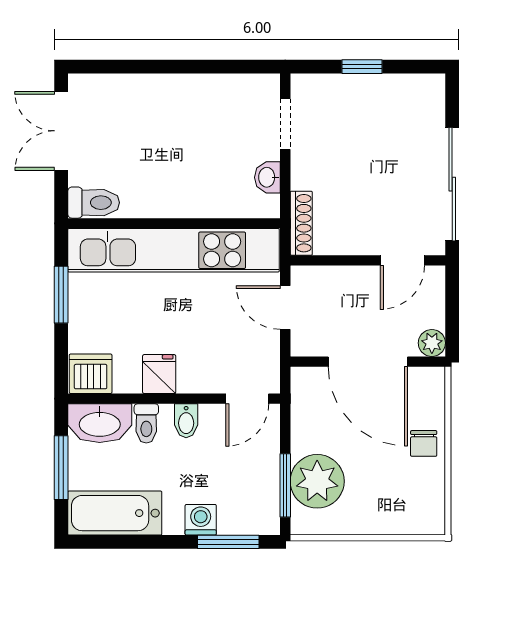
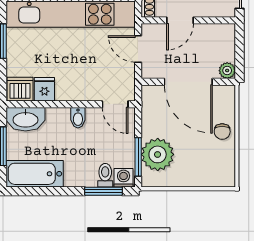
door: (402, 260) -> (180, 20), moved
fridge: (159, 374) -> (44, 89), moved
door: (247, 399) -> (115, 104), hinge flipped
toilet: (146, 423) -> (105, 175), moved, turned 180
washing machine: (201, 520) -> (124, 178), moved

